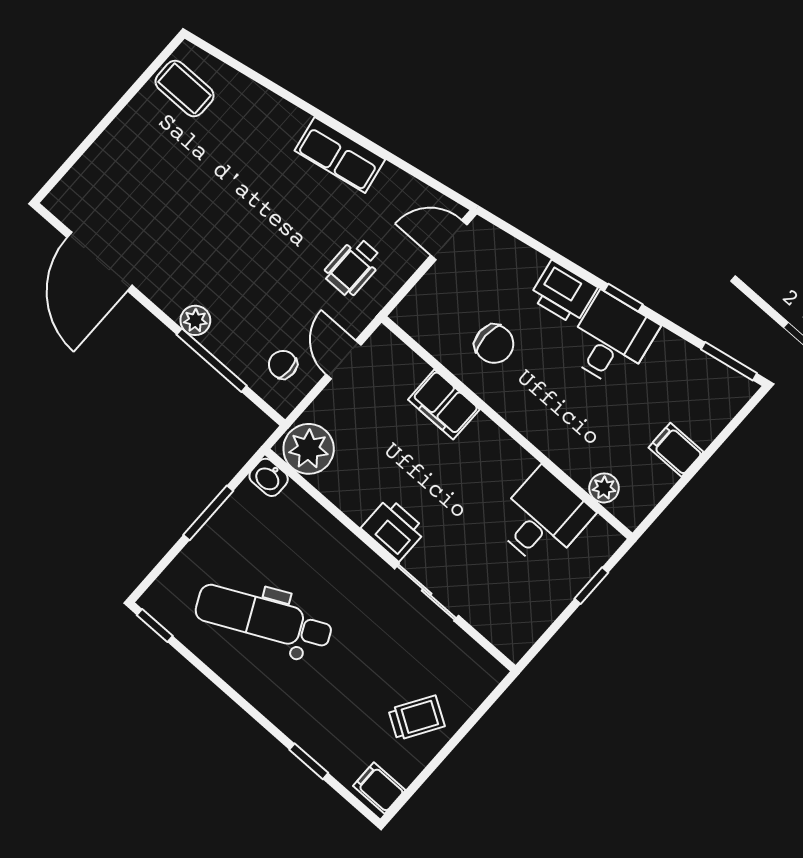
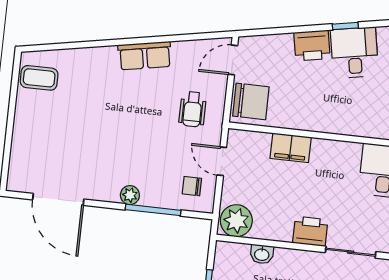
chair: (494, 344) -> (251, 101), moved, width x1.37, depth x1.37
washbasin: (269, 477) -> (262, 254), moved

